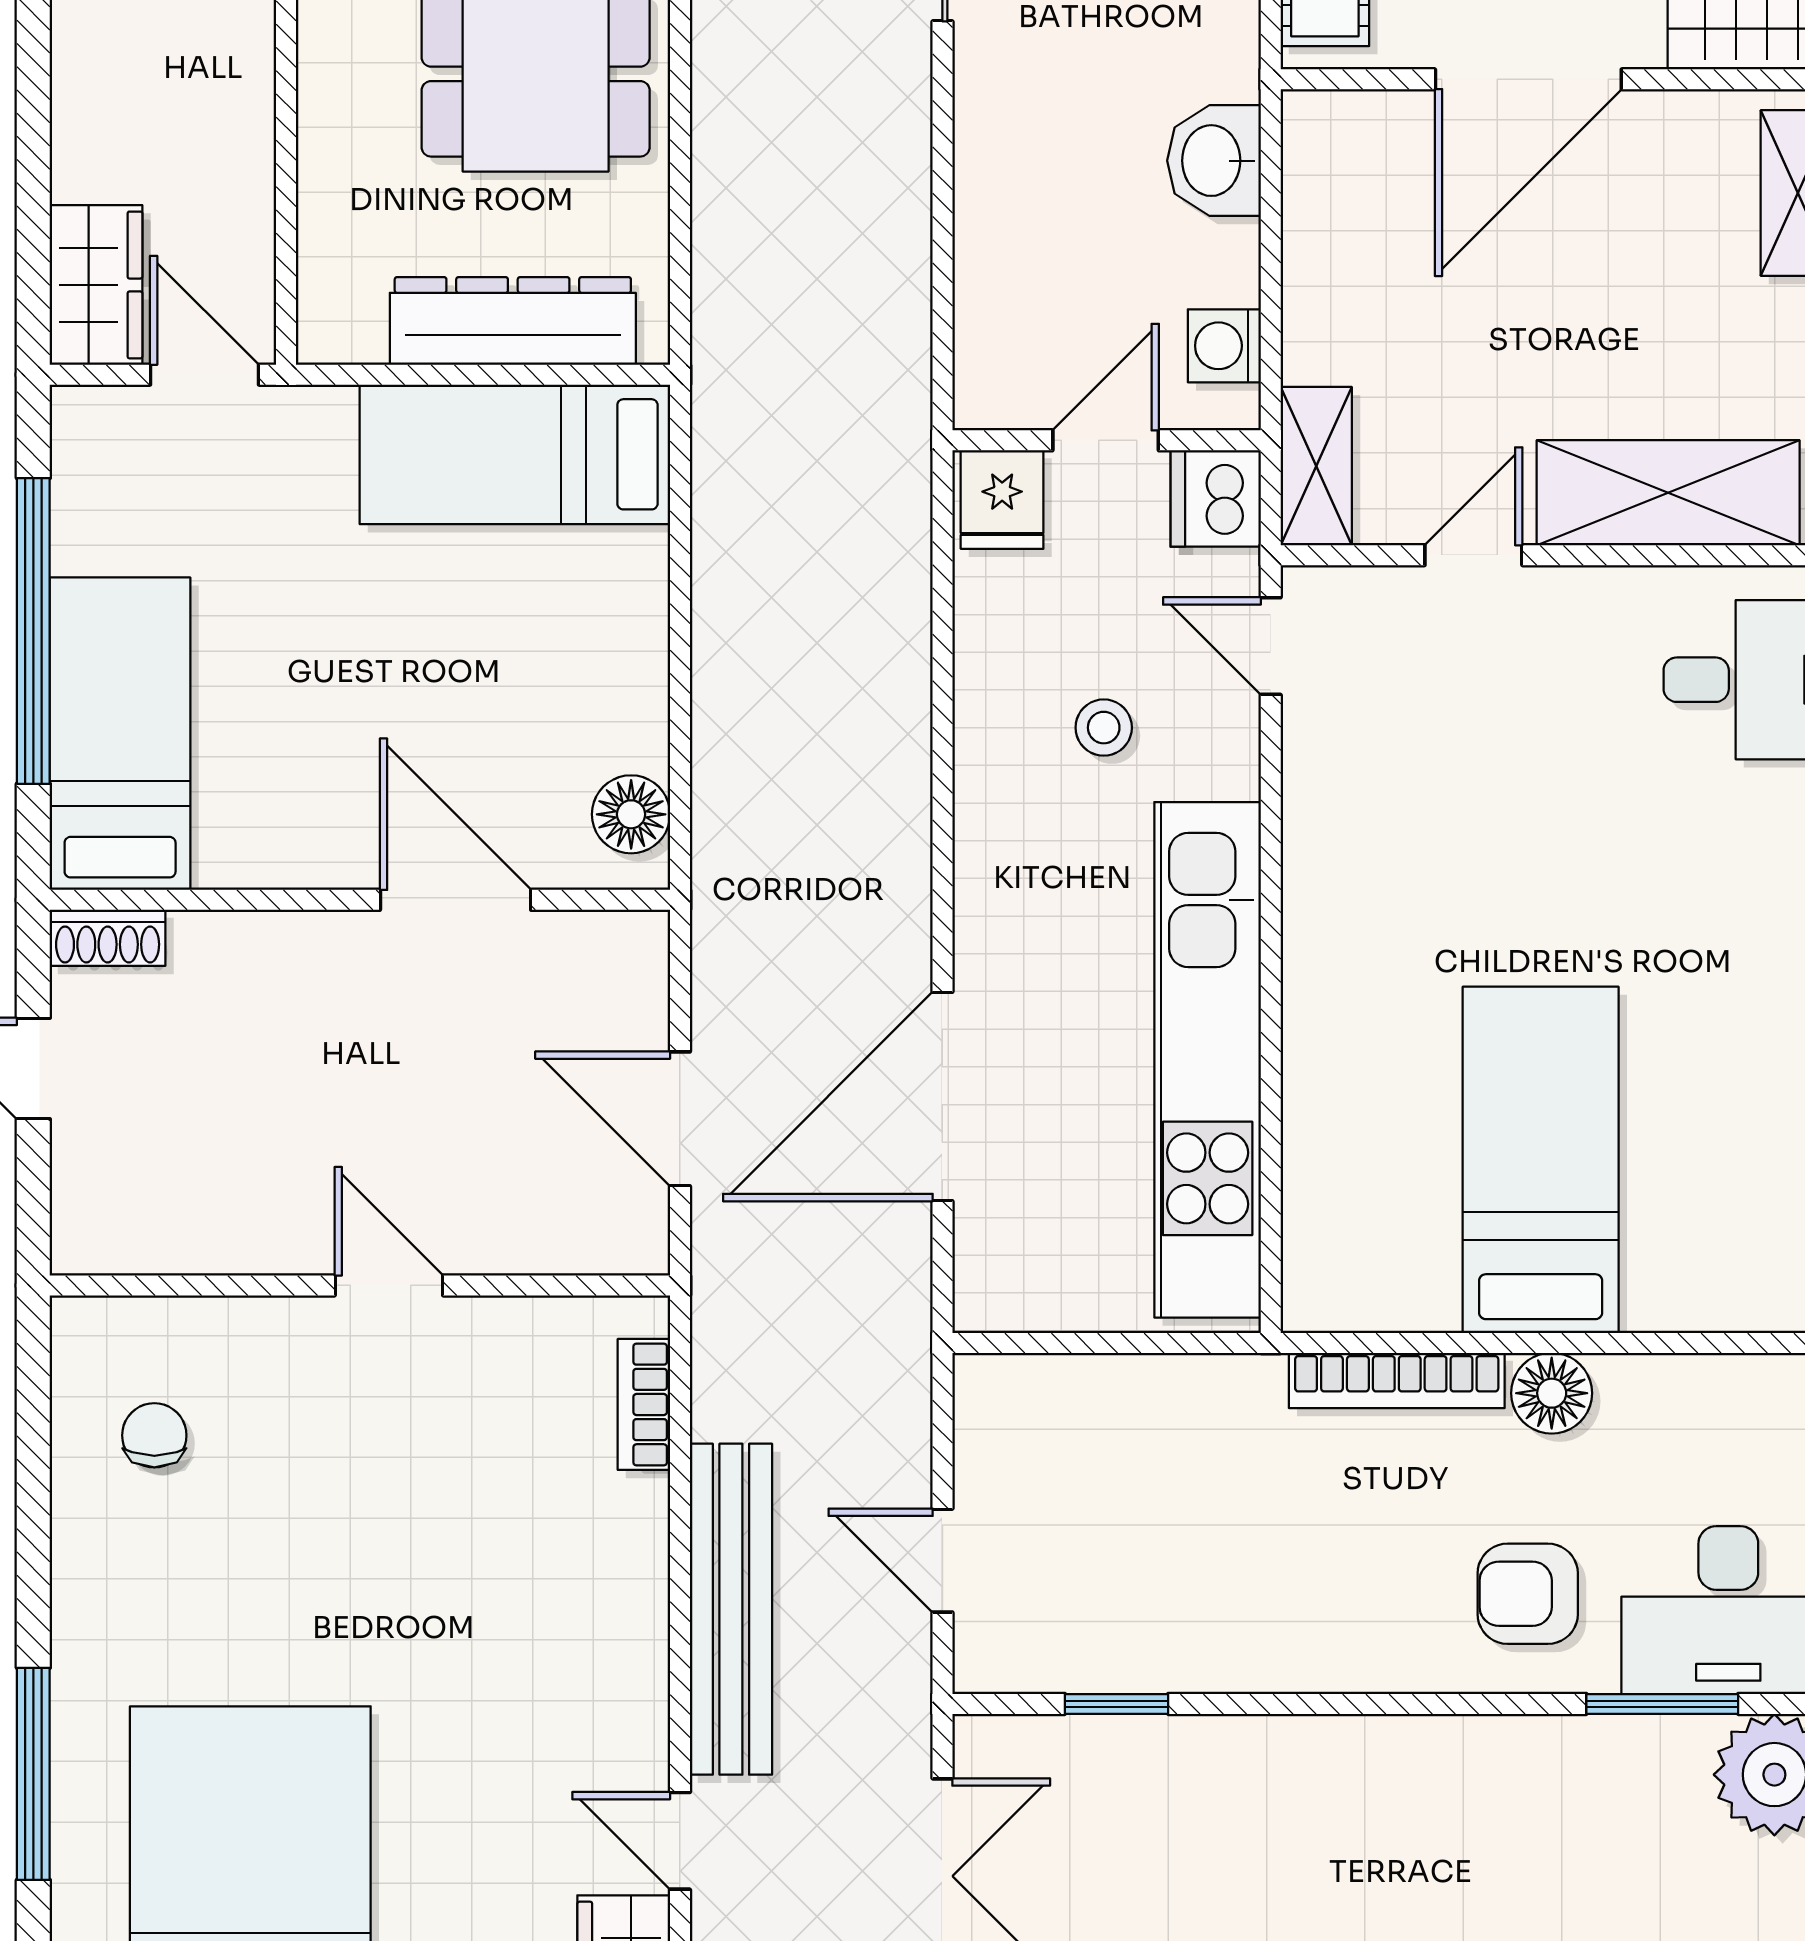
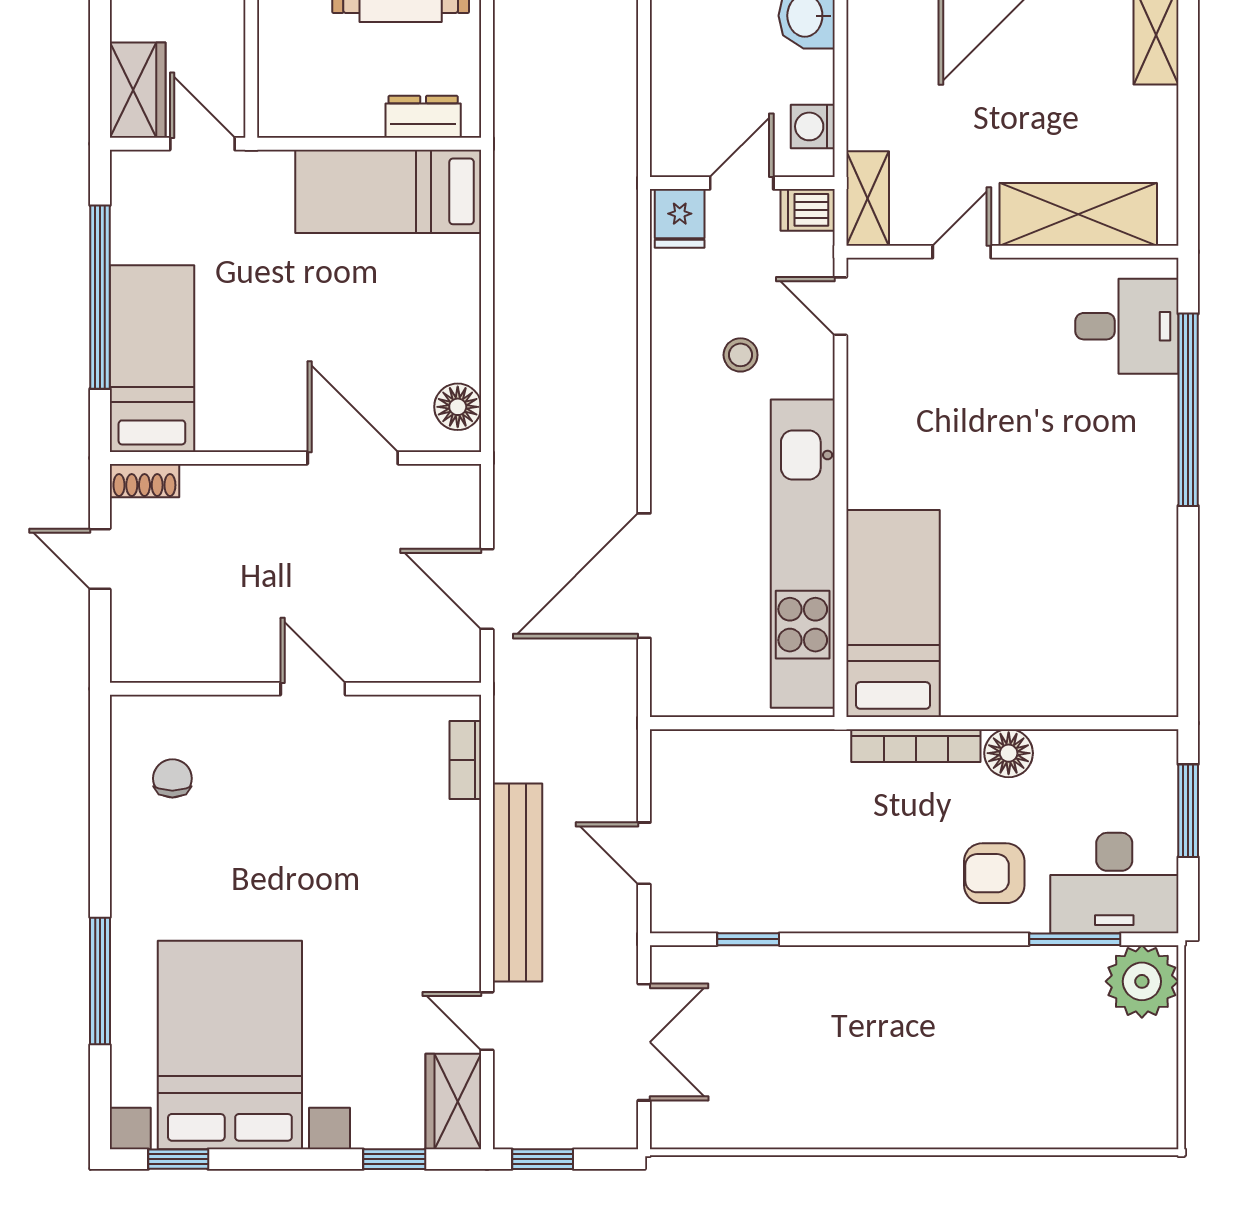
dresser: (513, 321) -> (423, 117), width x0.51, depth x0.80
dishwasher: (1216, 498) -> (808, 210), width x0.73
bed: (1541, 1160) -> (893, 614), moved

